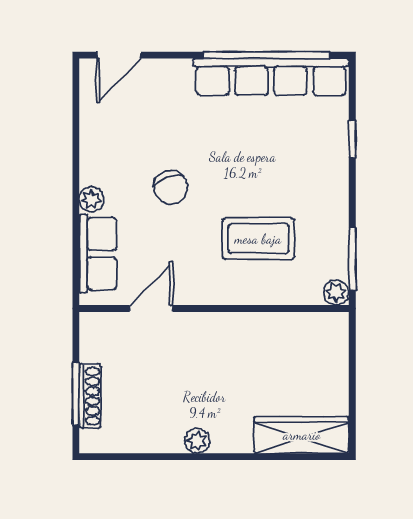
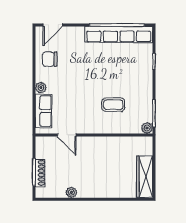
chair: (171, 188) -> (50, 59), moved, turned 109
coffee table: (258, 239) -> (113, 105), width x0.73, depth x0.77
door: (151, 309) -> (67, 135), swing flipped
wardrobe: (302, 435) -> (145, 177), moved, turned -90
plant: (197, 441) -> (71, 192), moved

